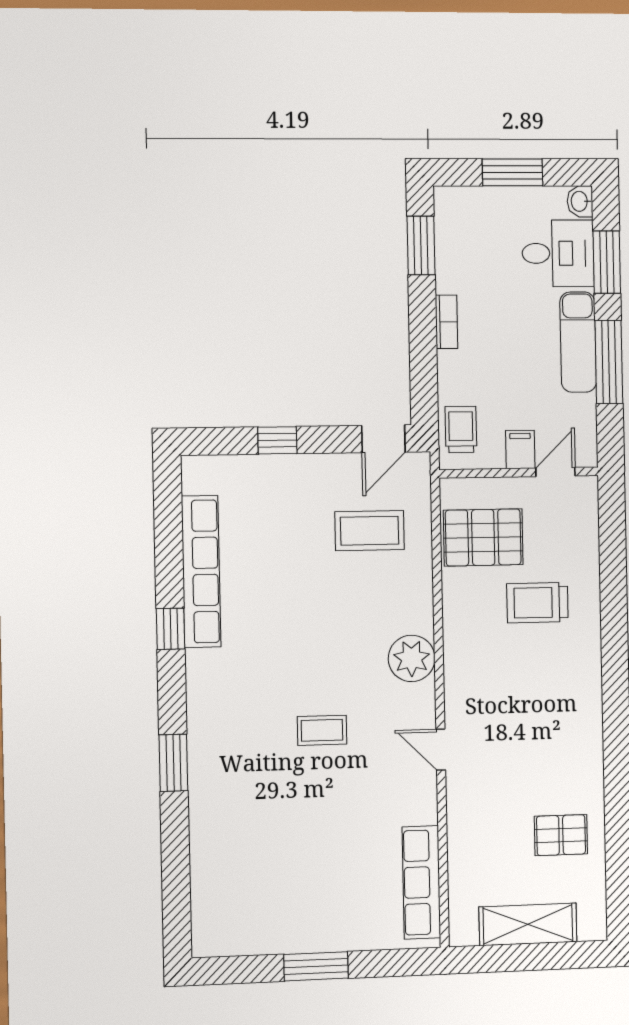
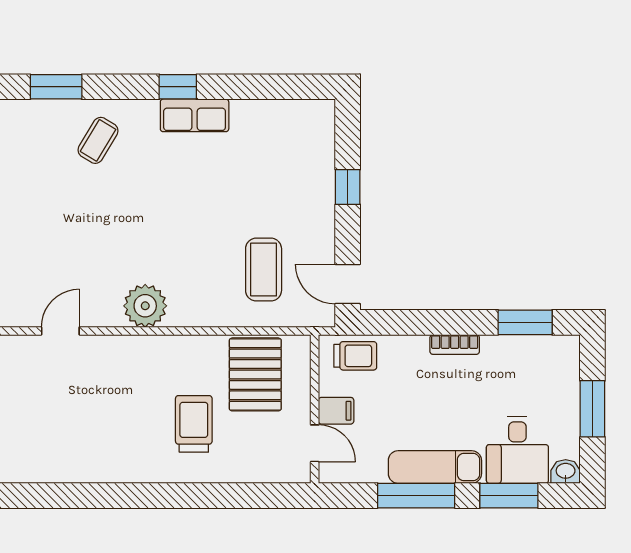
row of seats: (201, 571) -> (195, 115), width x0.50
coffee table: (322, 730) -> (98, 140), moved, turned 31

